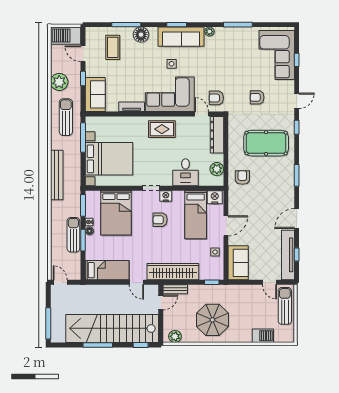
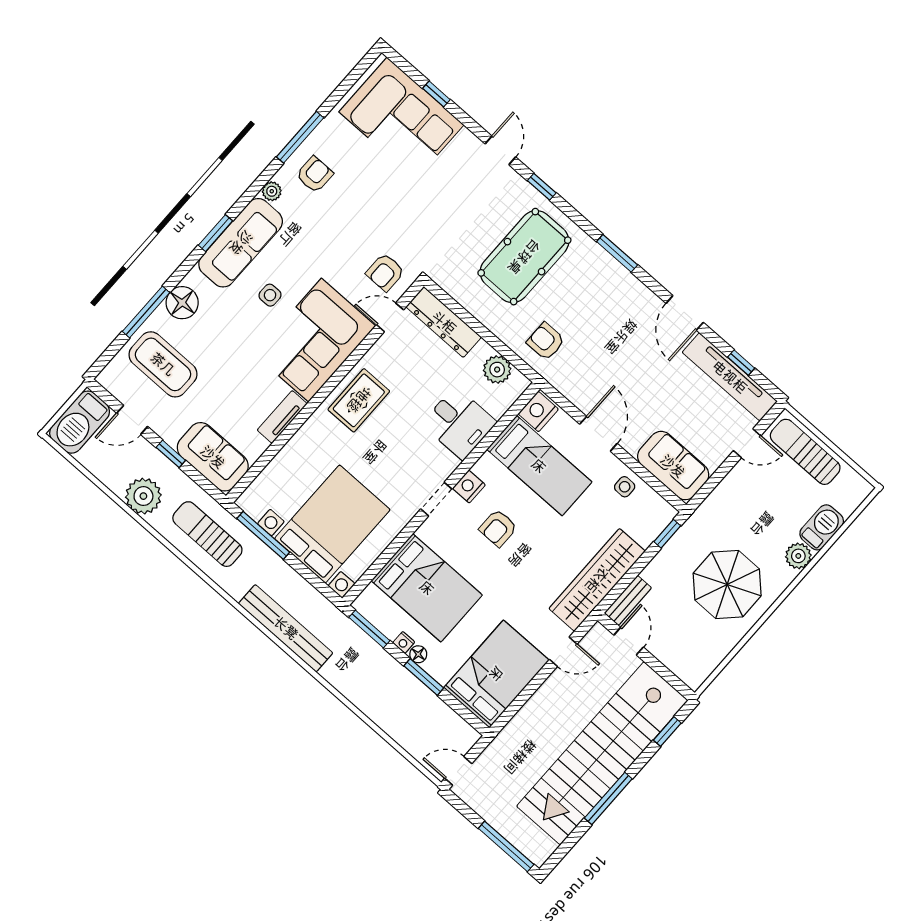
coffee table: (113, 47) -> (163, 364), width x1.36, depth x1.32
armchair: (257, 97) -> (315, 175), moved, turned 180
sun lounger: (73, 235) -> (402, 685), removed
bed: (107, 270) -> (496, 674), width x1.50
plant: (175, 336) -> (798, 556), moved

